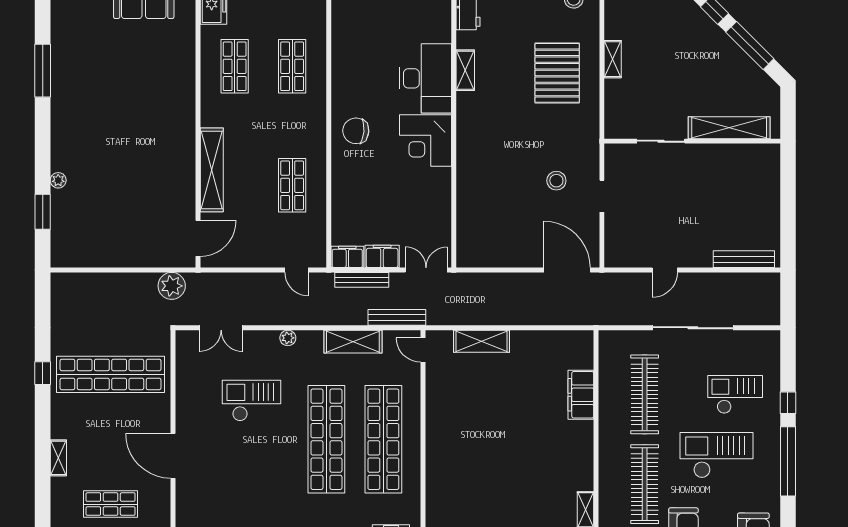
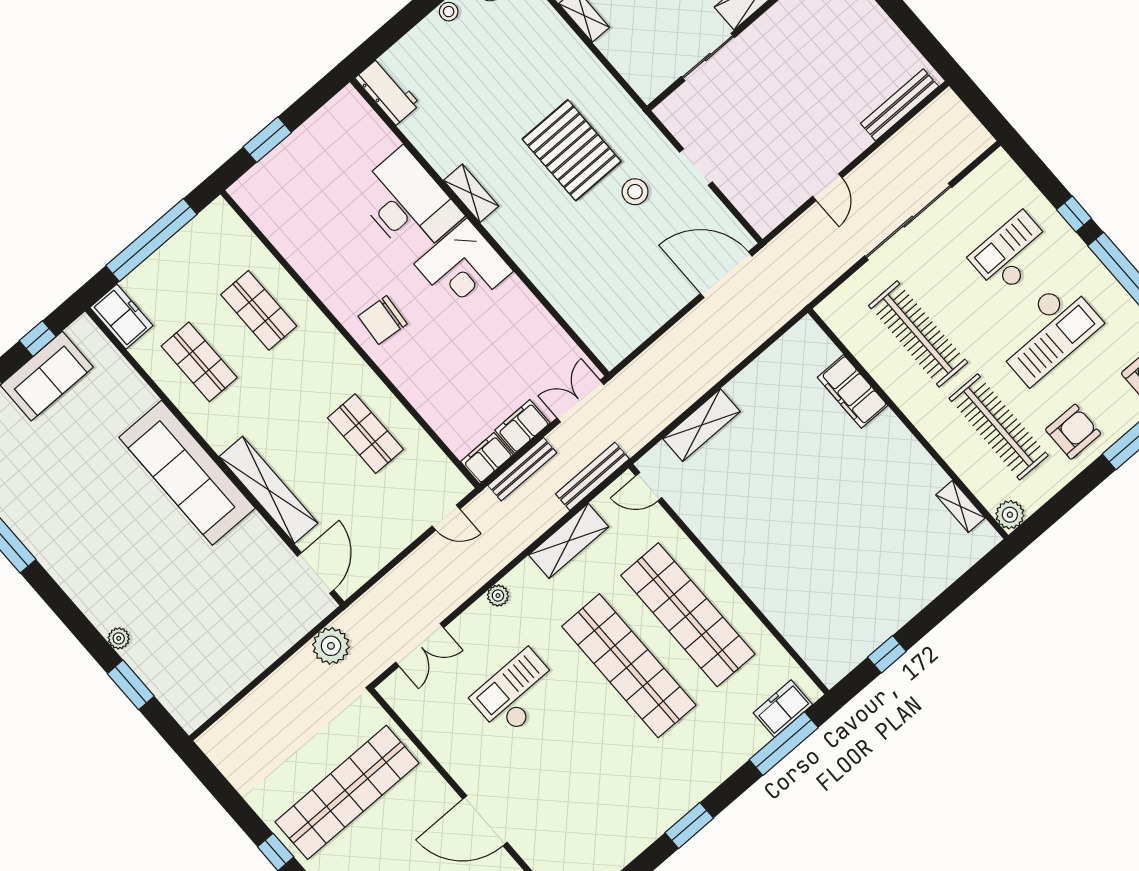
shelving: (465, 70) -> (471, 193), moved
pallet: (557, 73) -> (572, 150), moved
sofa: (175, 122) -> (187, 473), added
checkout: (716, 455) -> (1047, 332), turned 180

